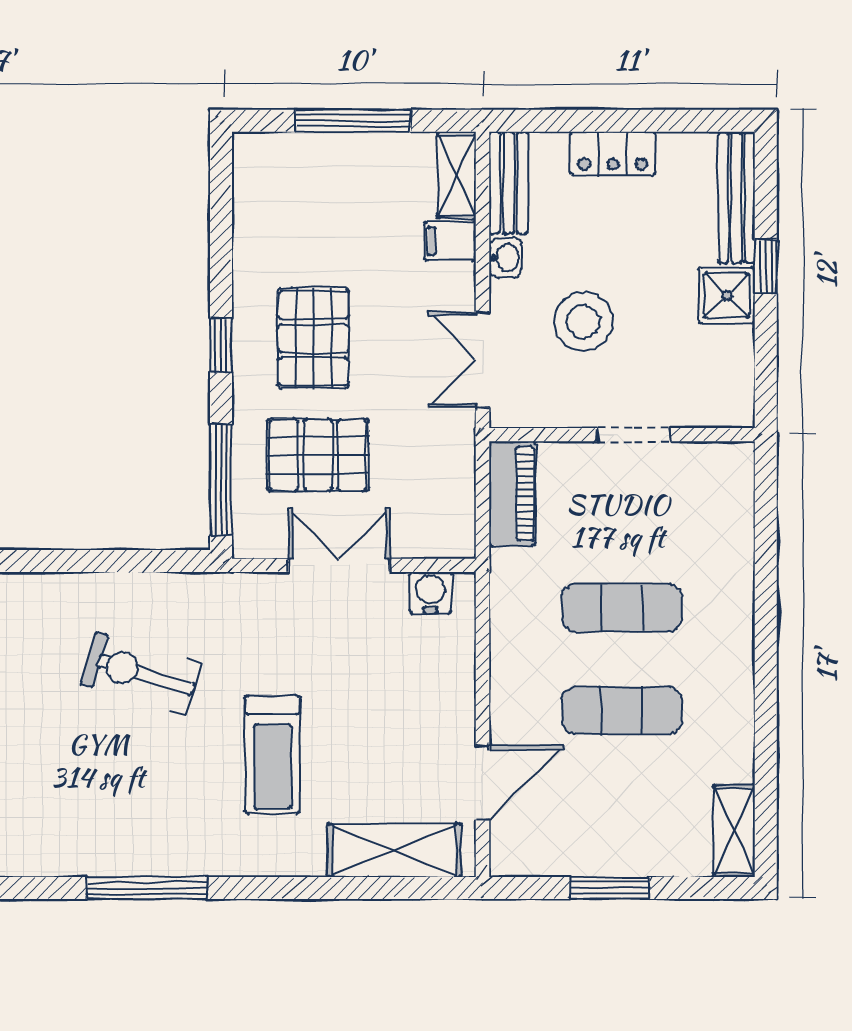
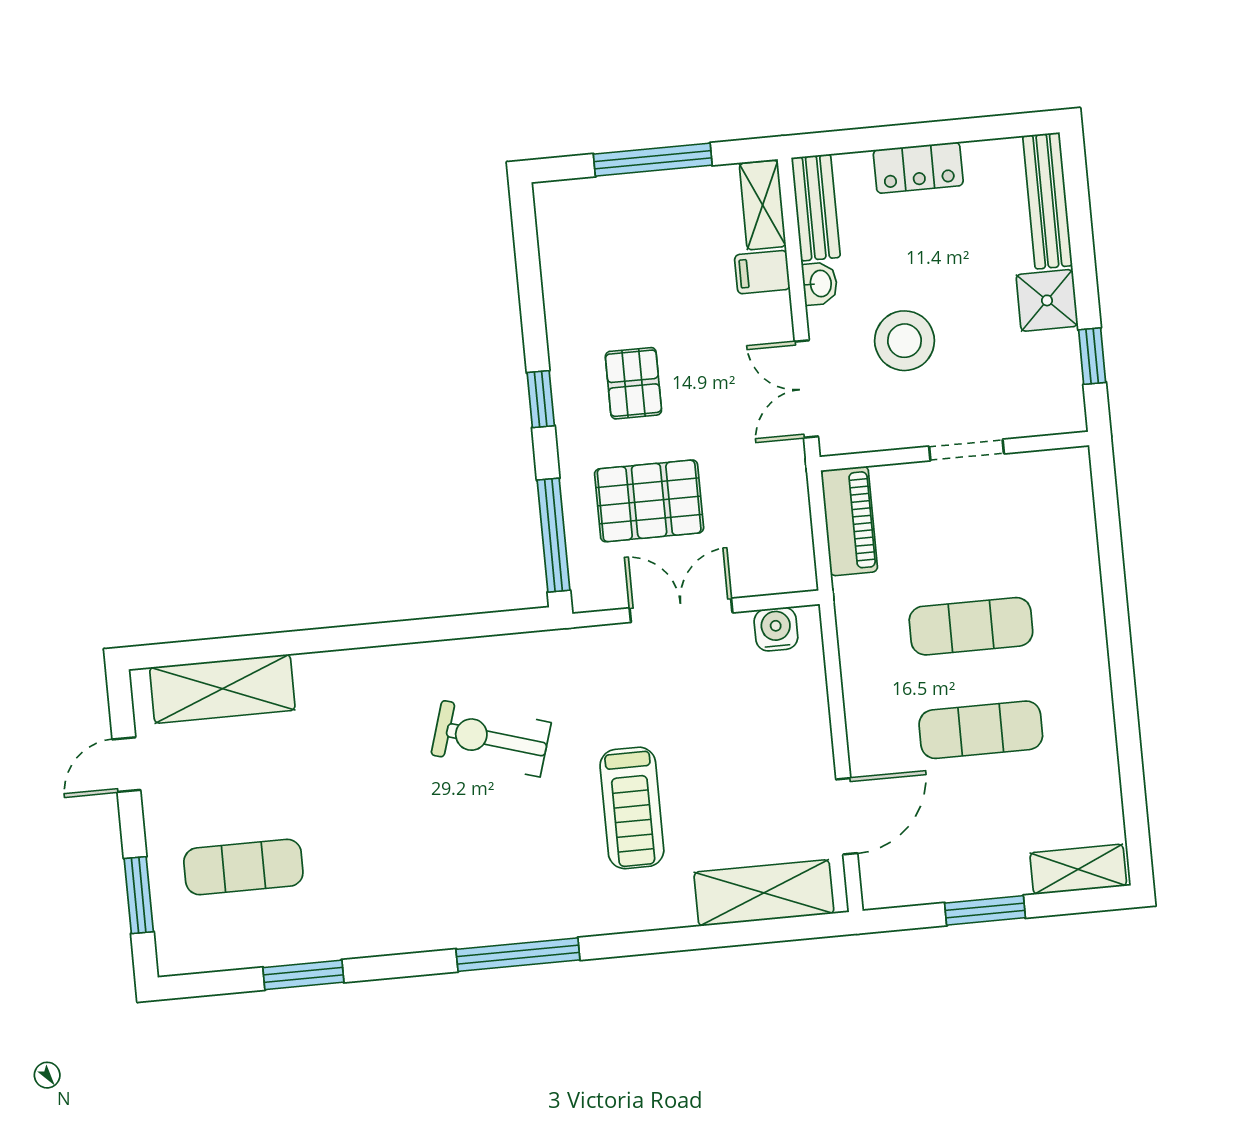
window: (766, 266) -> (1092, 356), moved
pallet: (313, 338) -> (633, 383), width x0.67, depth x0.71
shelving: (734, 831) -> (1078, 869), moved, turned 90

